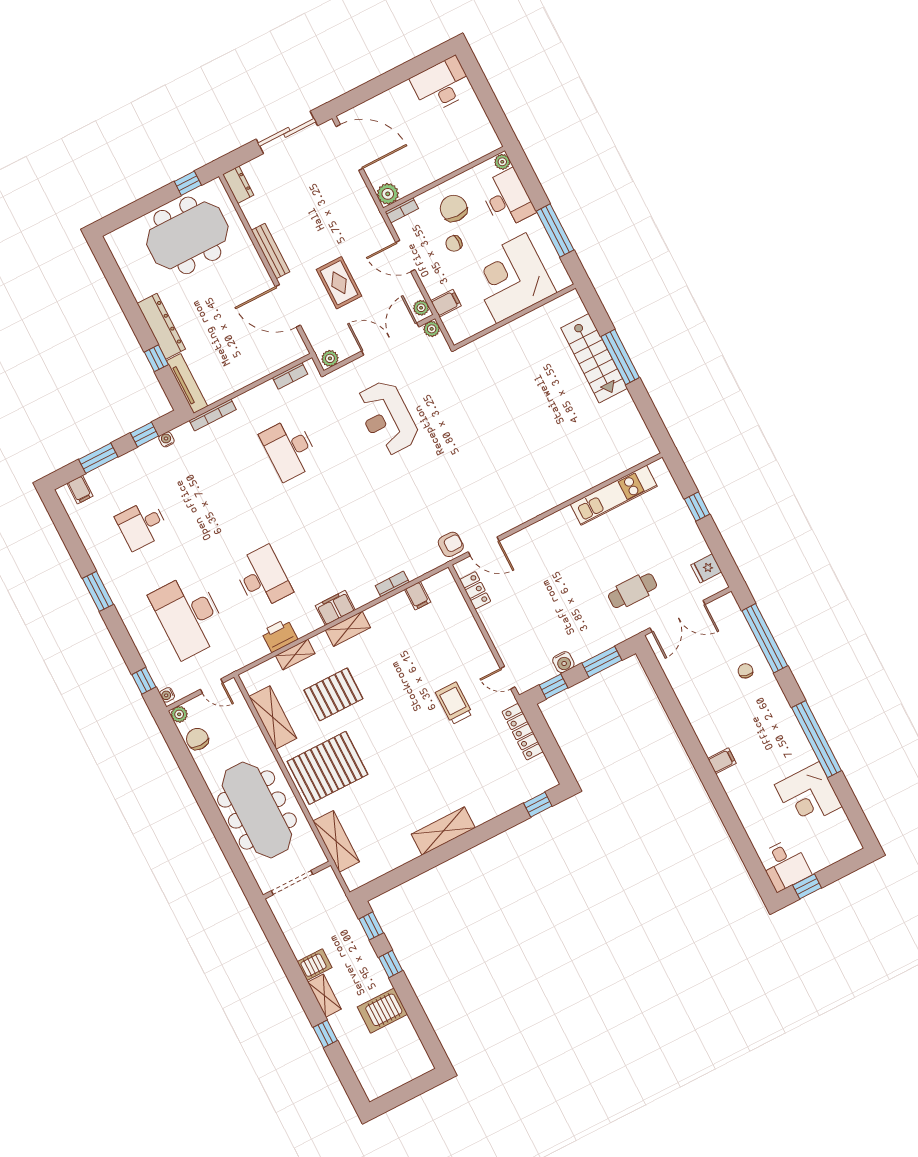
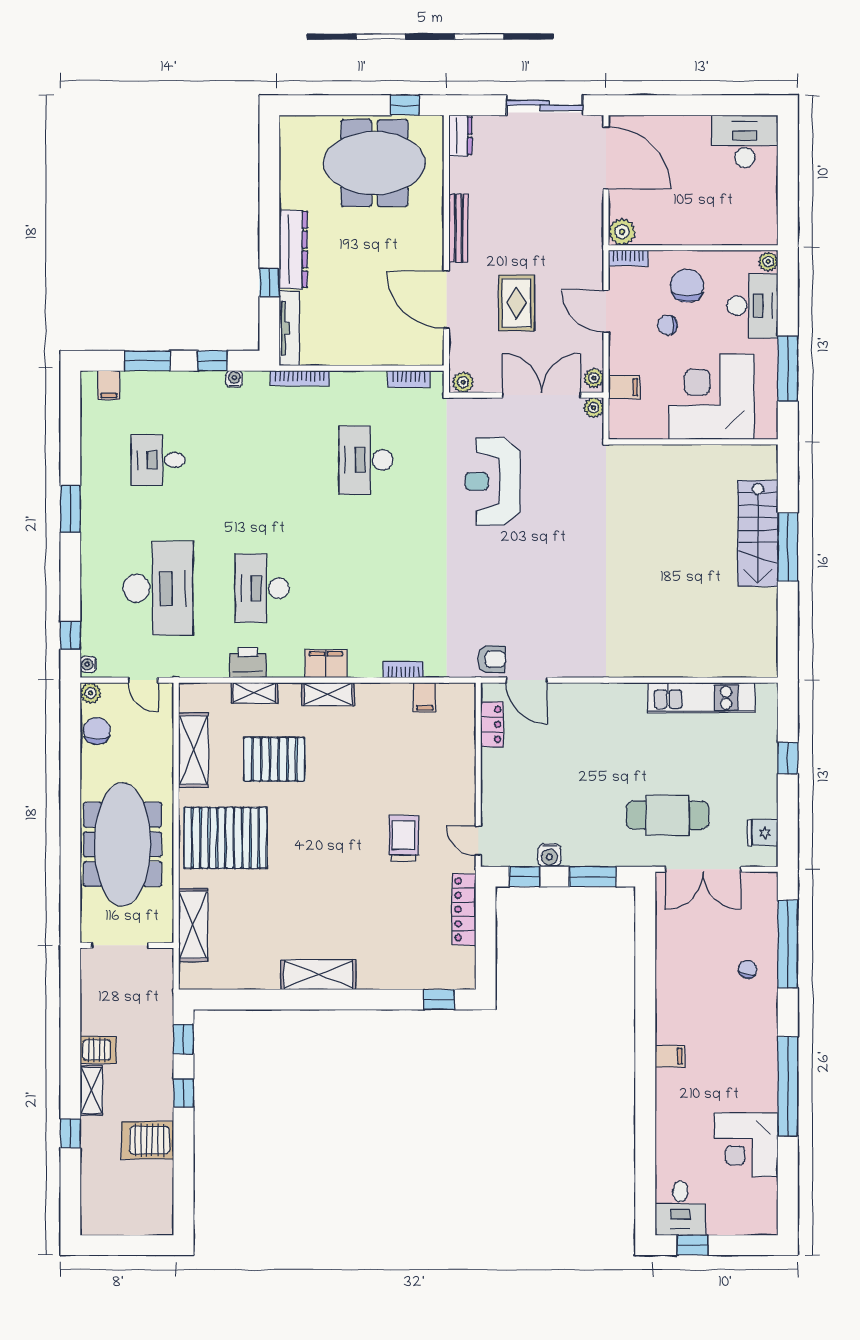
desk: (262, 578) -> (262, 588), turned 180
cafe table: (633, 591) -> (668, 815), width x1.37, depth x1.35
desk: (189, 615) -> (158, 588), turned 180

